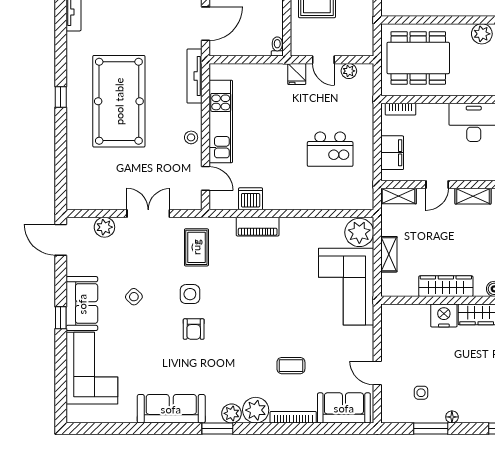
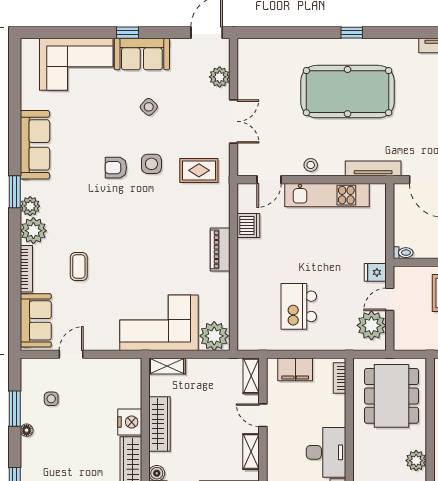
plant: (349, 71) -> (371, 325), width x1.87, depth x1.87
piano: (258, 227) -> (220, 249), moved
shelving: (389, 254) -> (167, 366), moved

